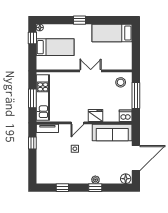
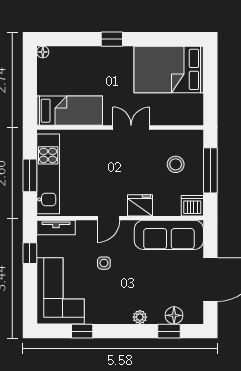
bed: (112, 33) -> (169, 69), width x1.50
window: (32, 38) -> (30, 70), removed
bed: (55, 47) -> (70, 111), moved
stool: (121, 82) -> (176, 164), moved
corner sofa: (50, 165) -> (61, 291), added
floor lamp: (126, 179) -> (174, 315), moved
window: (95, 188) -> (169, 331), moved

